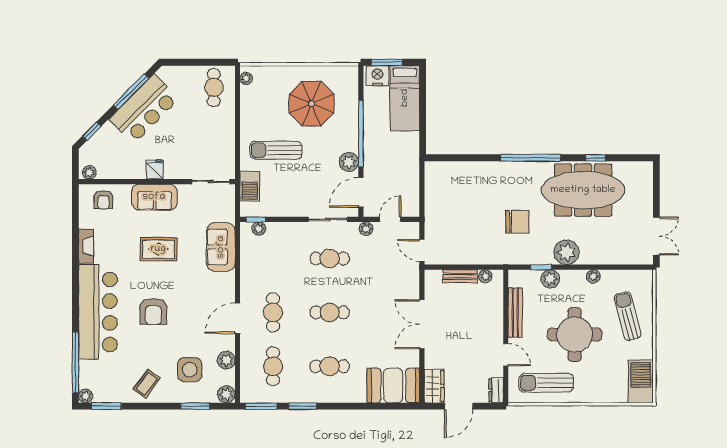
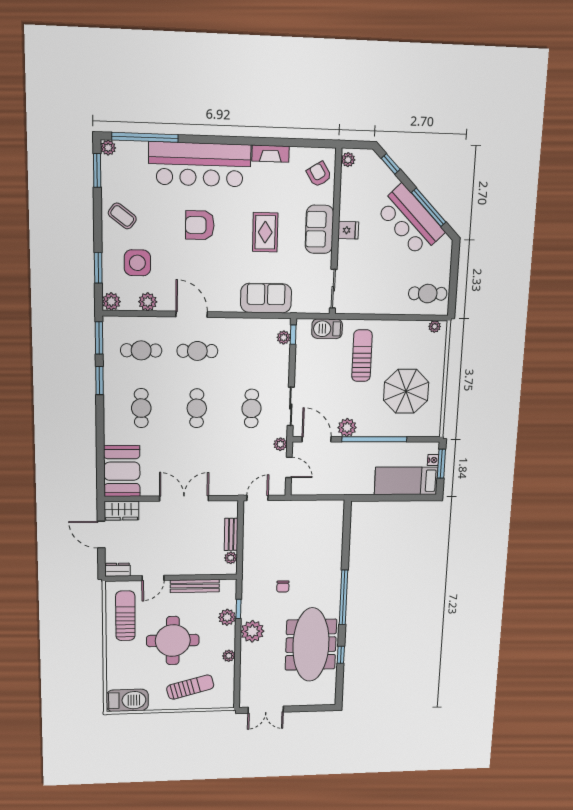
nightstand: (377, 76) -> (433, 460), width x0.53, depth x0.56
armchair: (103, 200) -> (319, 174), turned 58
chair: (517, 222) -> (283, 586), width x0.54, depth x0.54

